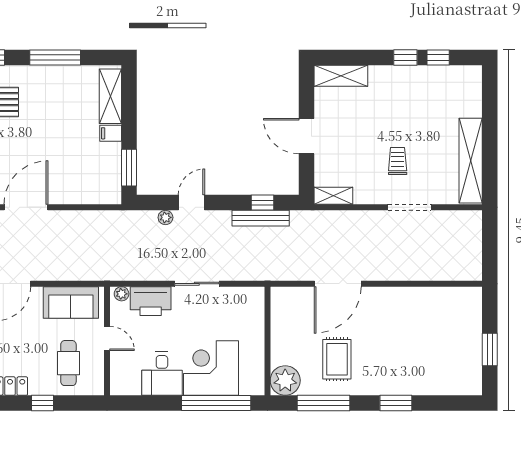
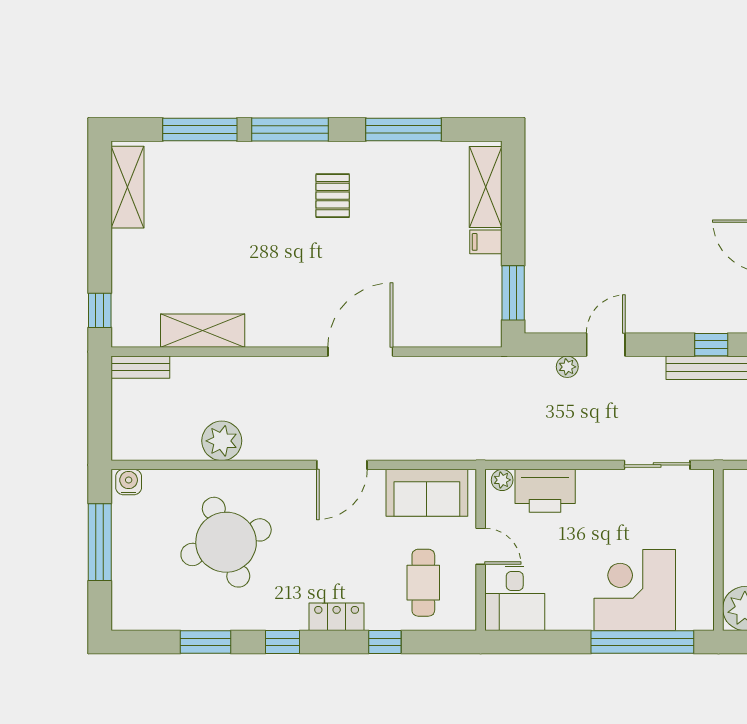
sliding door: (197, 284) -> (657, 465), moved
desk: (162, 374) -> (515, 598), moved

